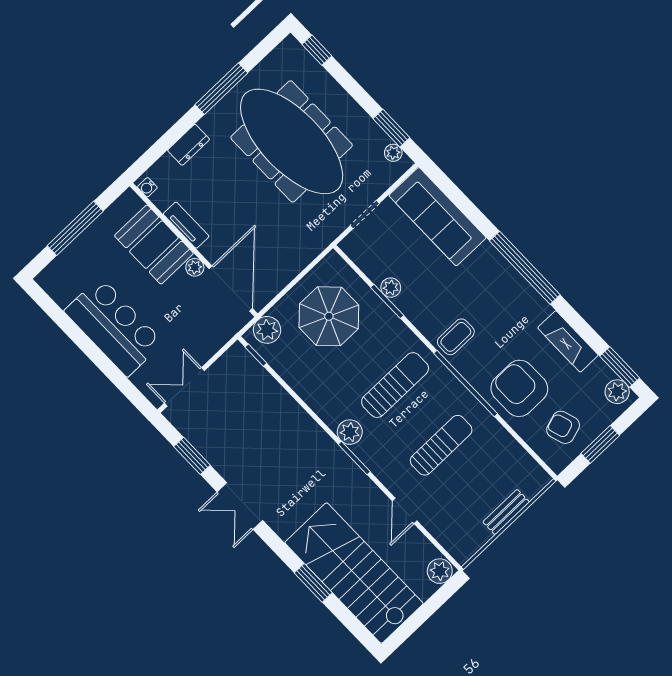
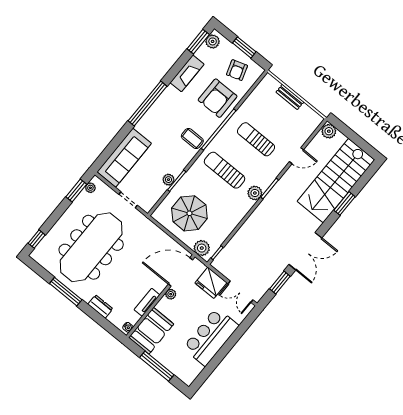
booth: (154, 245) -> (151, 331), moved
fridge: (206, 338) -> (211, 283), added
double door: (240, 506) -> (305, 251), width x1.37

